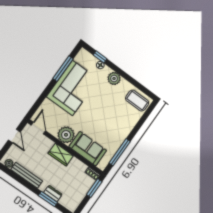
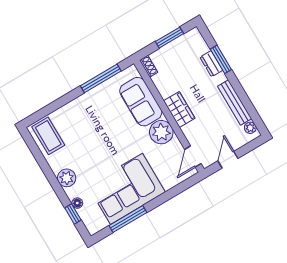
window: (94, 188) -> (169, 38), moved

